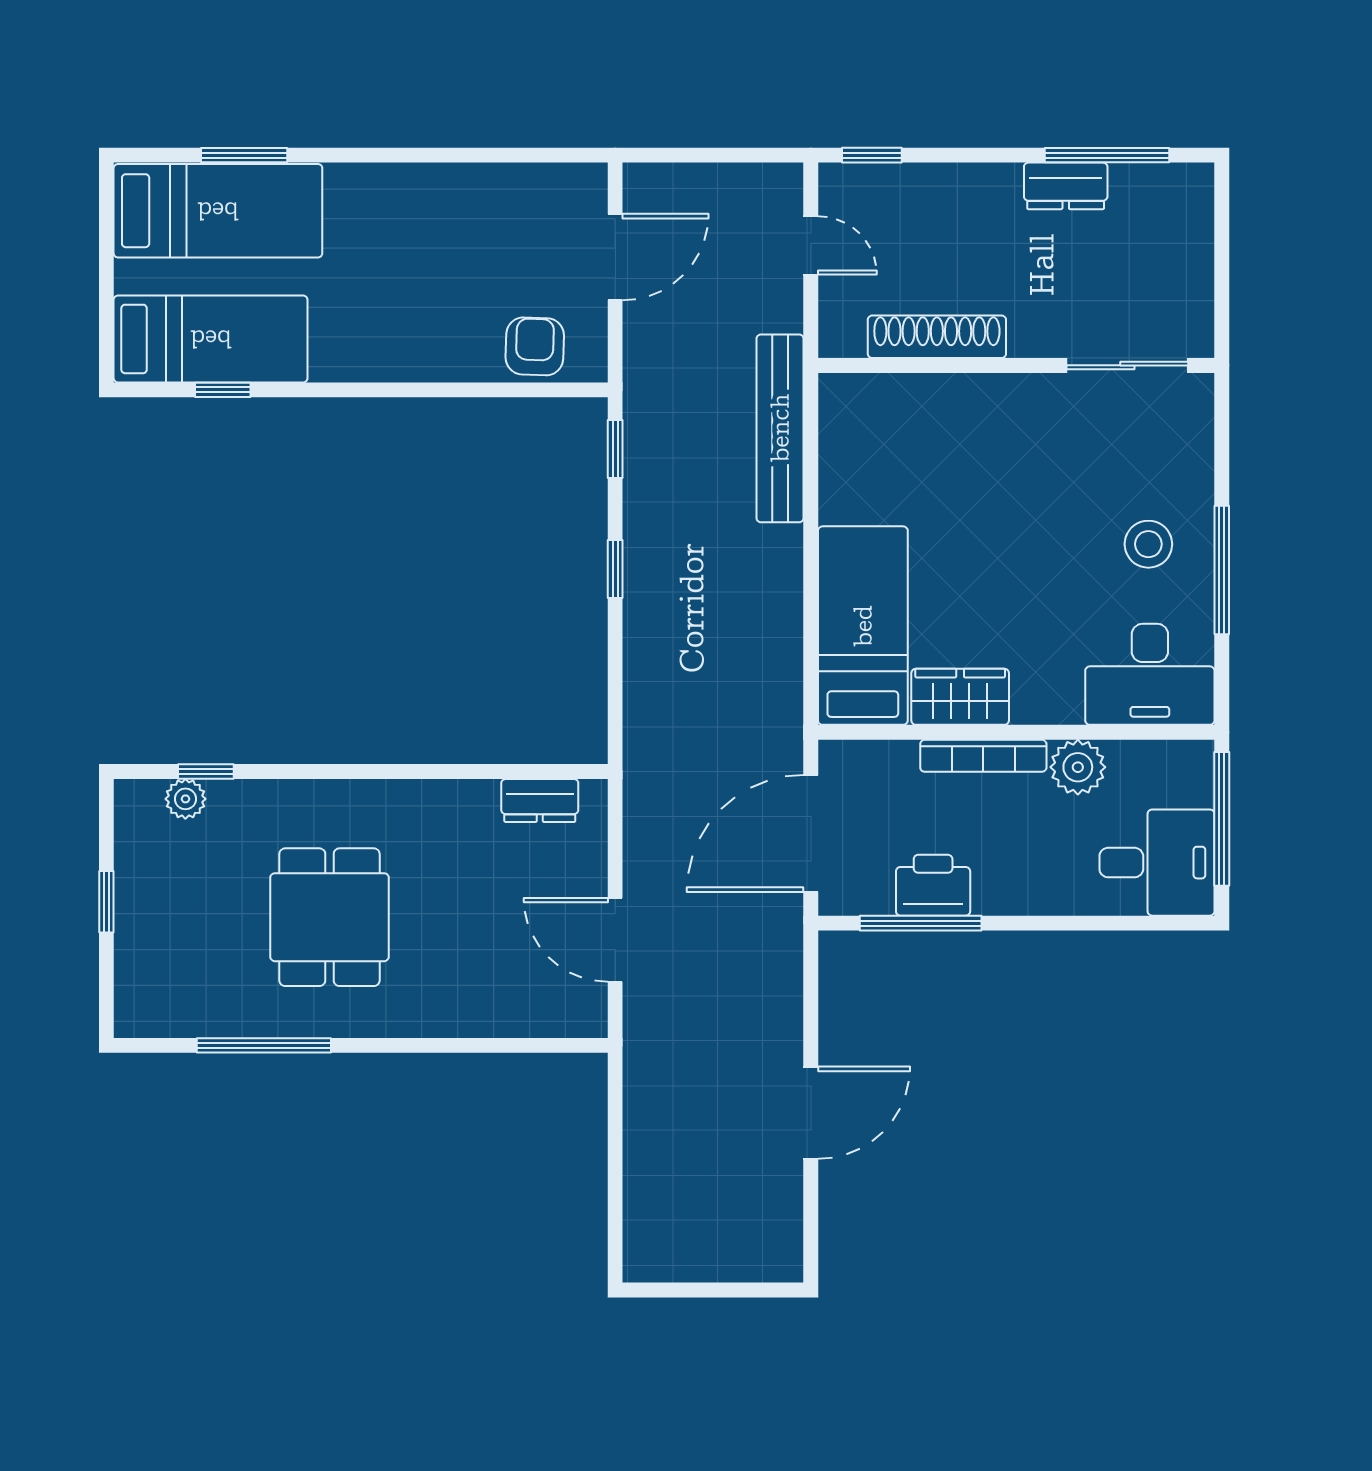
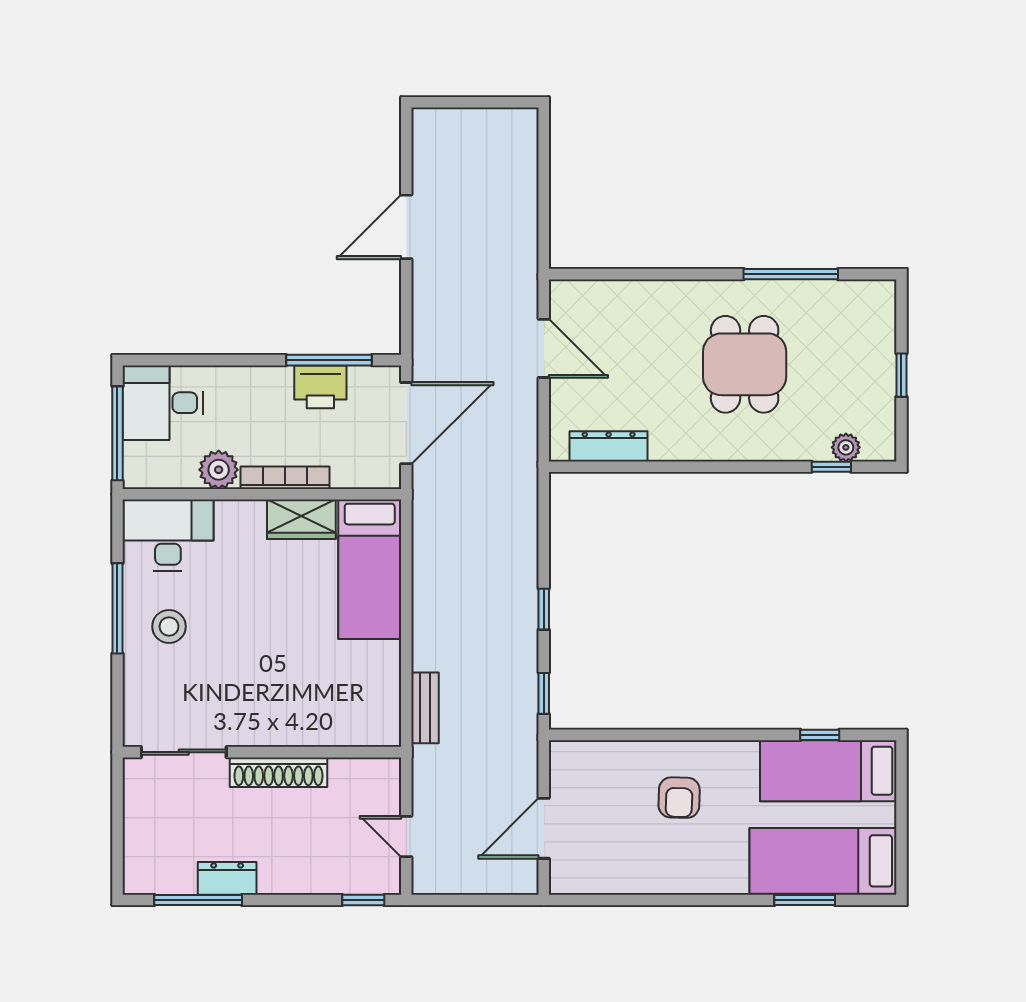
shoe rack: (937, 337) -> (279, 772), moved
armchair: (535, 346) -> (679, 798), moved
bench: (780, 428) -> (425, 708), width x0.54, depth x0.82
dresser: (540, 800) -> (609, 446), width x1.44

